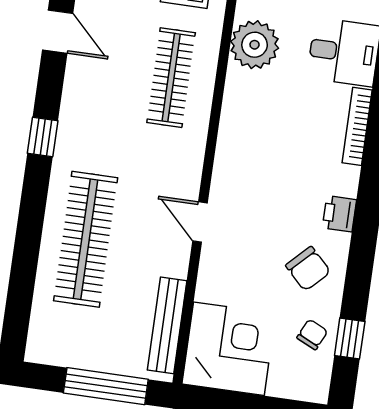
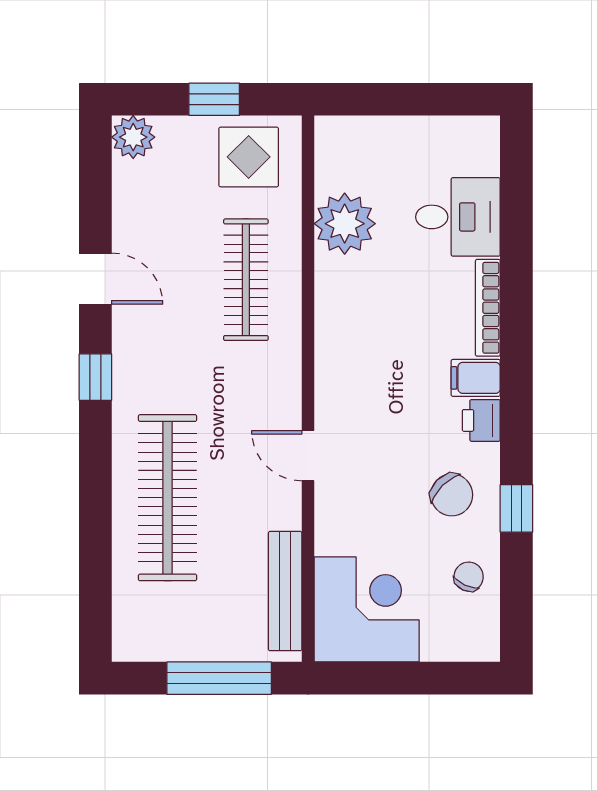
door: (58, 32) -> (95, 279), moved
filing cabinet: (340, 180) -> (476, 378), added
window: (350, 339) -> (516, 508), moved

